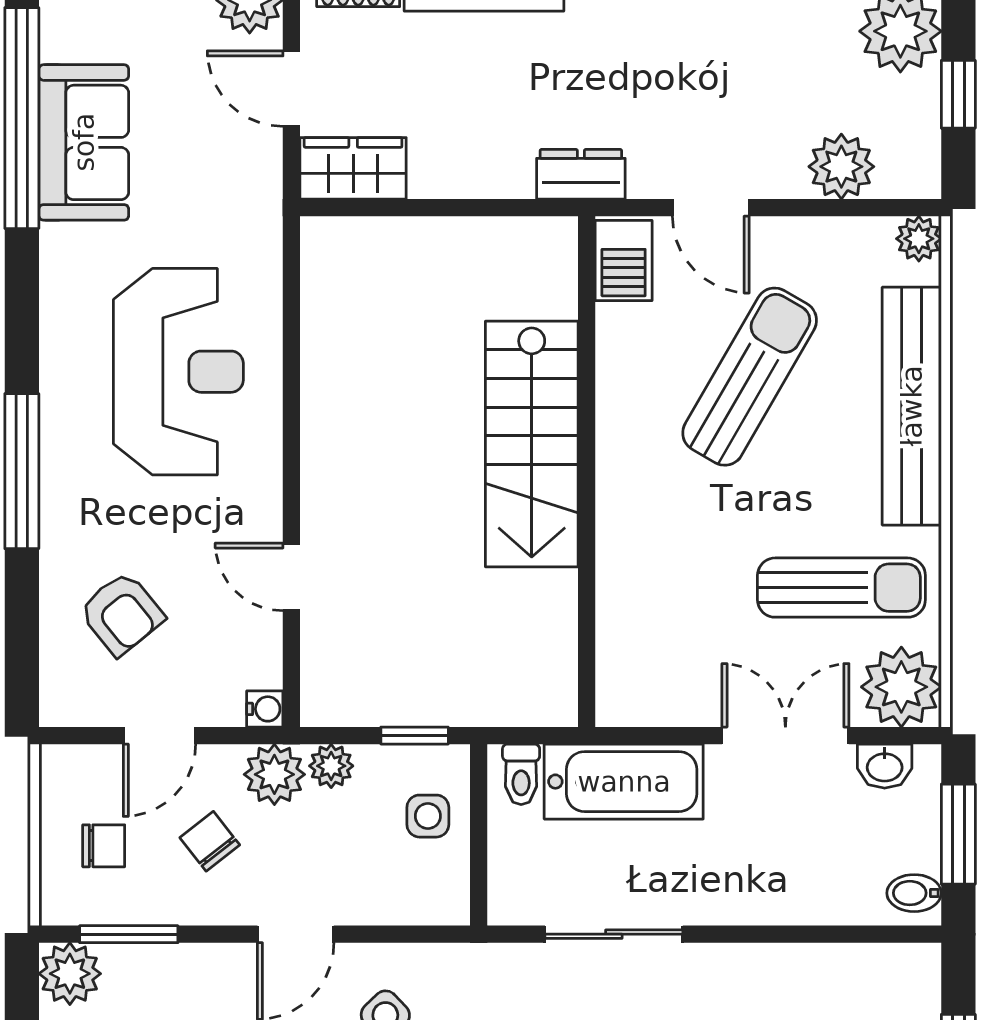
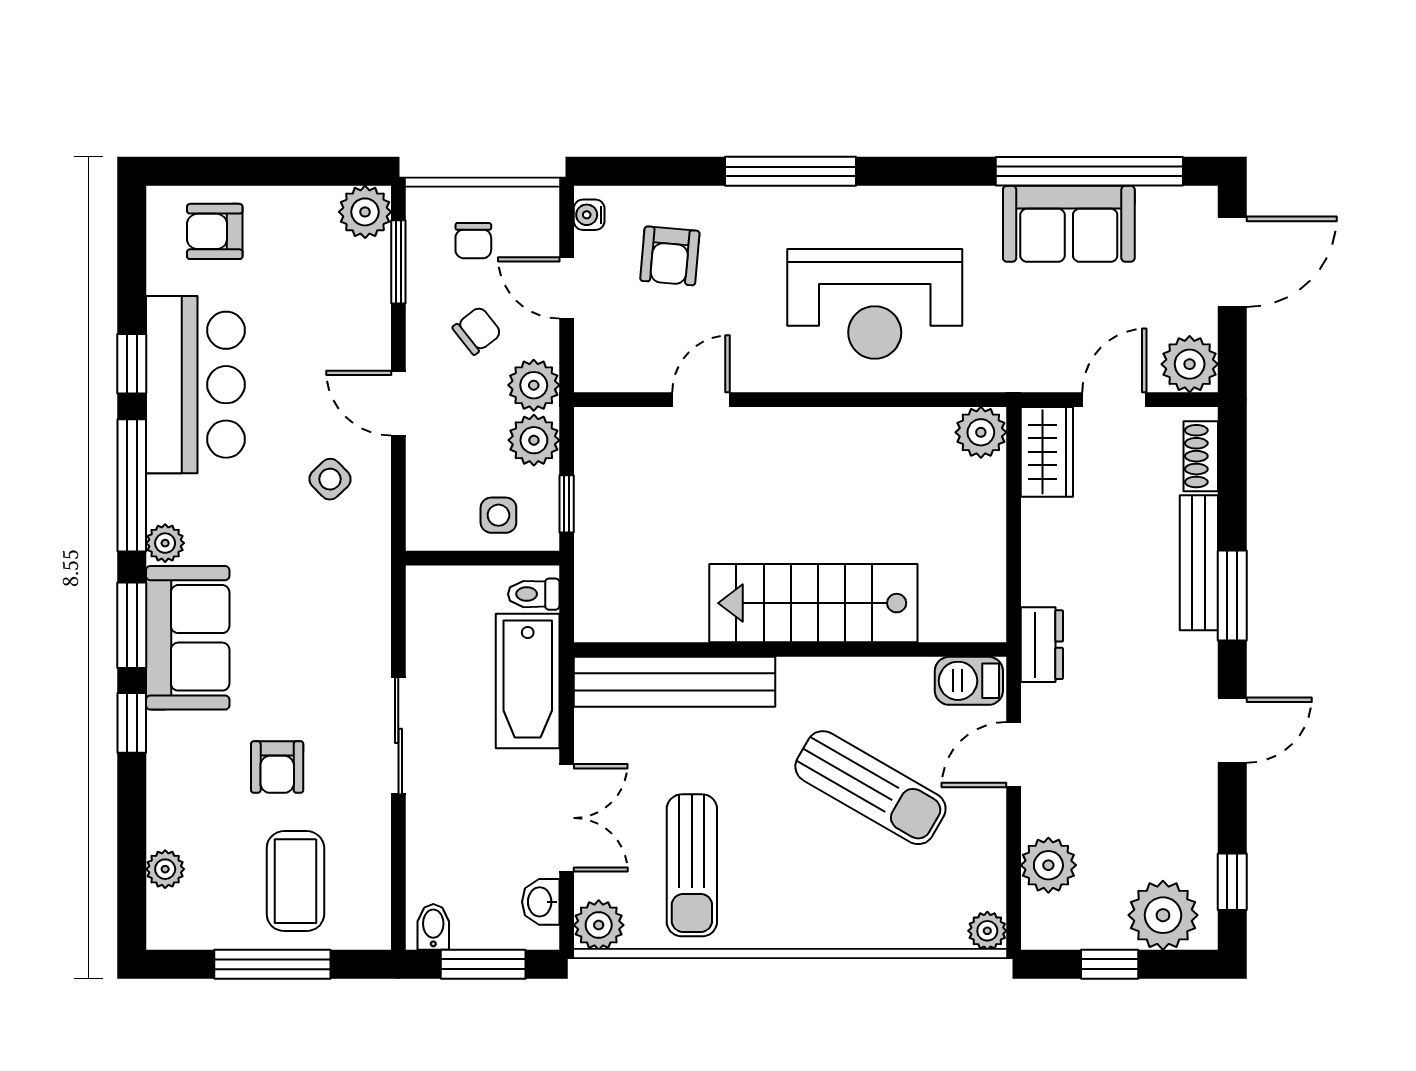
plant: (330, 246) -> (981, 432), added
bench: (912, 406) -> (675, 682), moved
armchair: (122, 614) -> (670, 256), turned -46
plant: (901, 687) -> (599, 925), width x0.73, depth x0.73
water cooler: (265, 709) -> (589, 215), moved, turned 90
plant: (331, 766) -> (534, 440), width x1.38, depth x1.38
sliding door: (614, 934) -> (398, 736), moved

